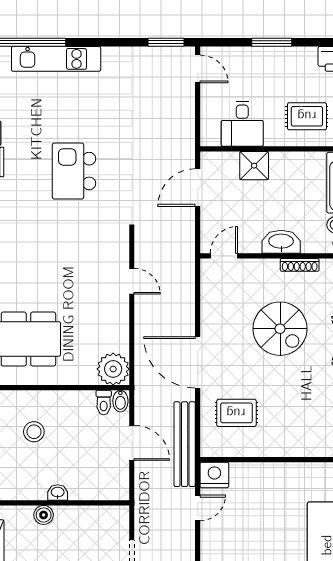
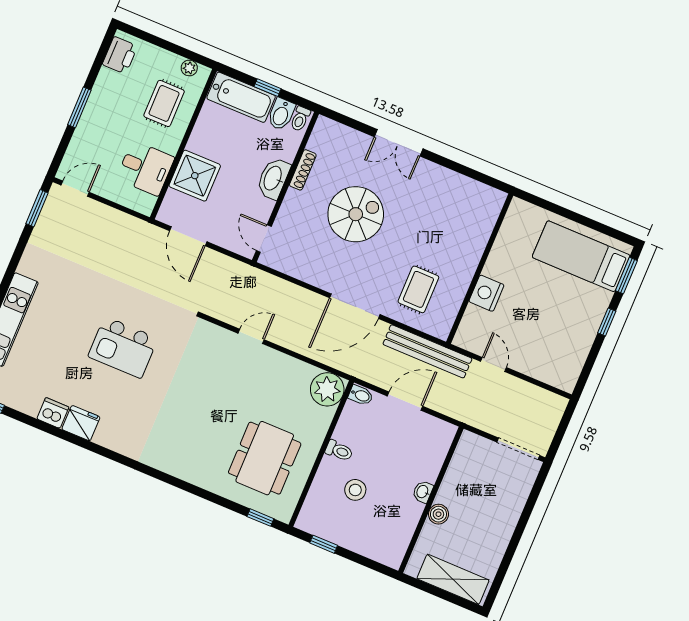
shower: (254, 166) -> (195, 176), width x1.36, depth x1.36
toilet: (104, 403) -> (339, 451), moved
nightstand: (214, 475) -> (486, 293), moved

